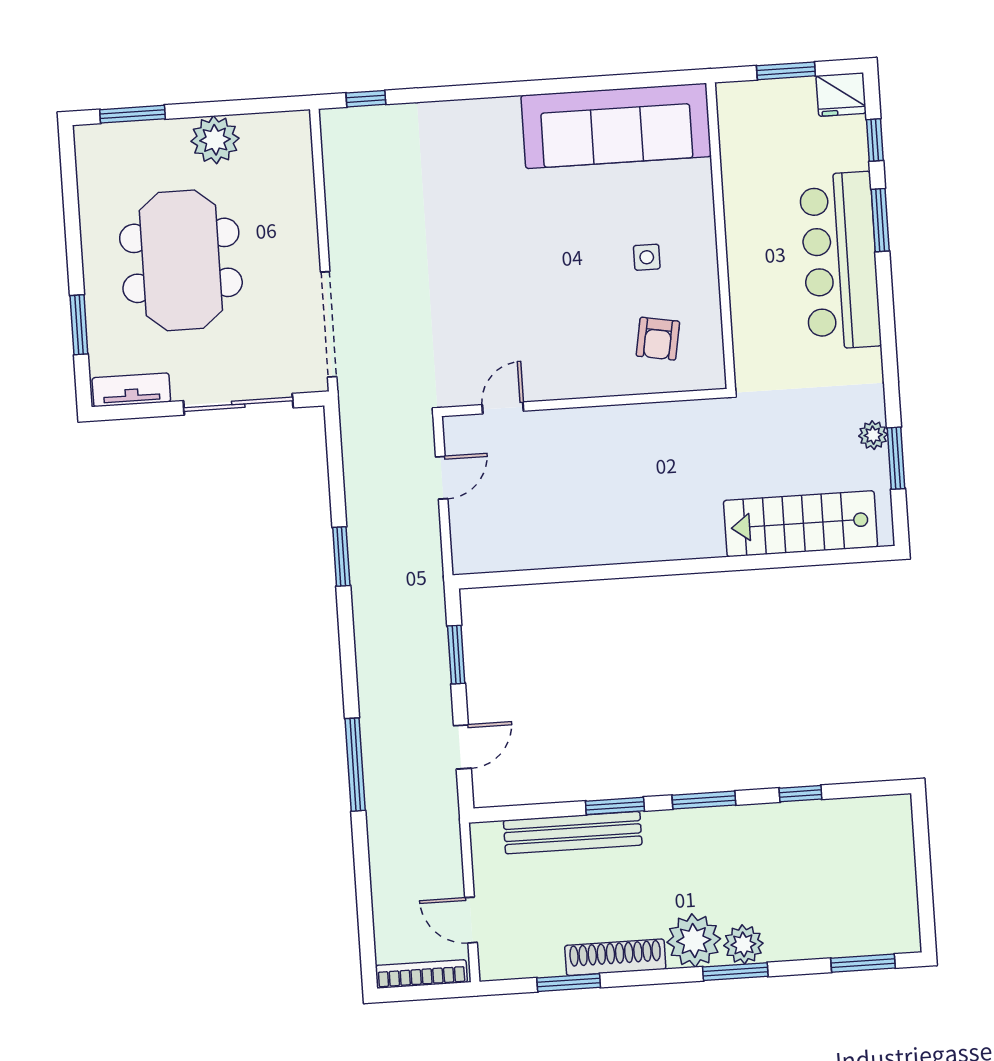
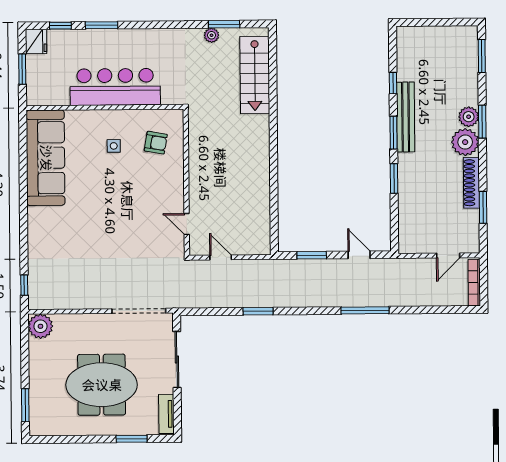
plant: (215, 140) -> (40, 326), moved
bar counter: (840, 261) -> (115, 87), moved, turned 180
bench: (573, 833) -> (406, 117), moved

